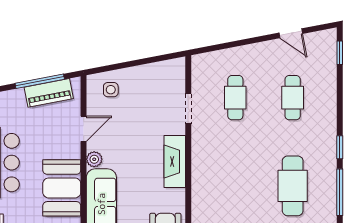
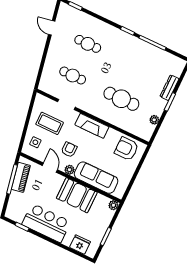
door: (291, 33) -> (52, 28), swing flipped
coffee table: (149, 97) -> (50, 123), added
armchair: (124, 144) -> (69, 150), added
cafe table: (293, 186) -> (121, 99), moved

